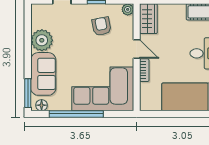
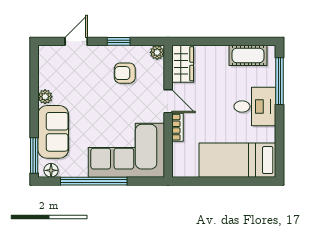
armchair: (101, 26) -> (125, 73), turned -79
plant: (42, 40) -> (45, 97), width x0.53, depth x0.53

